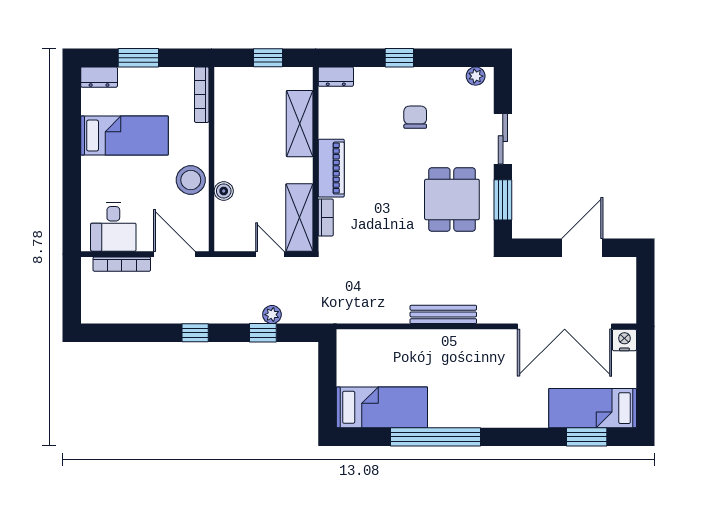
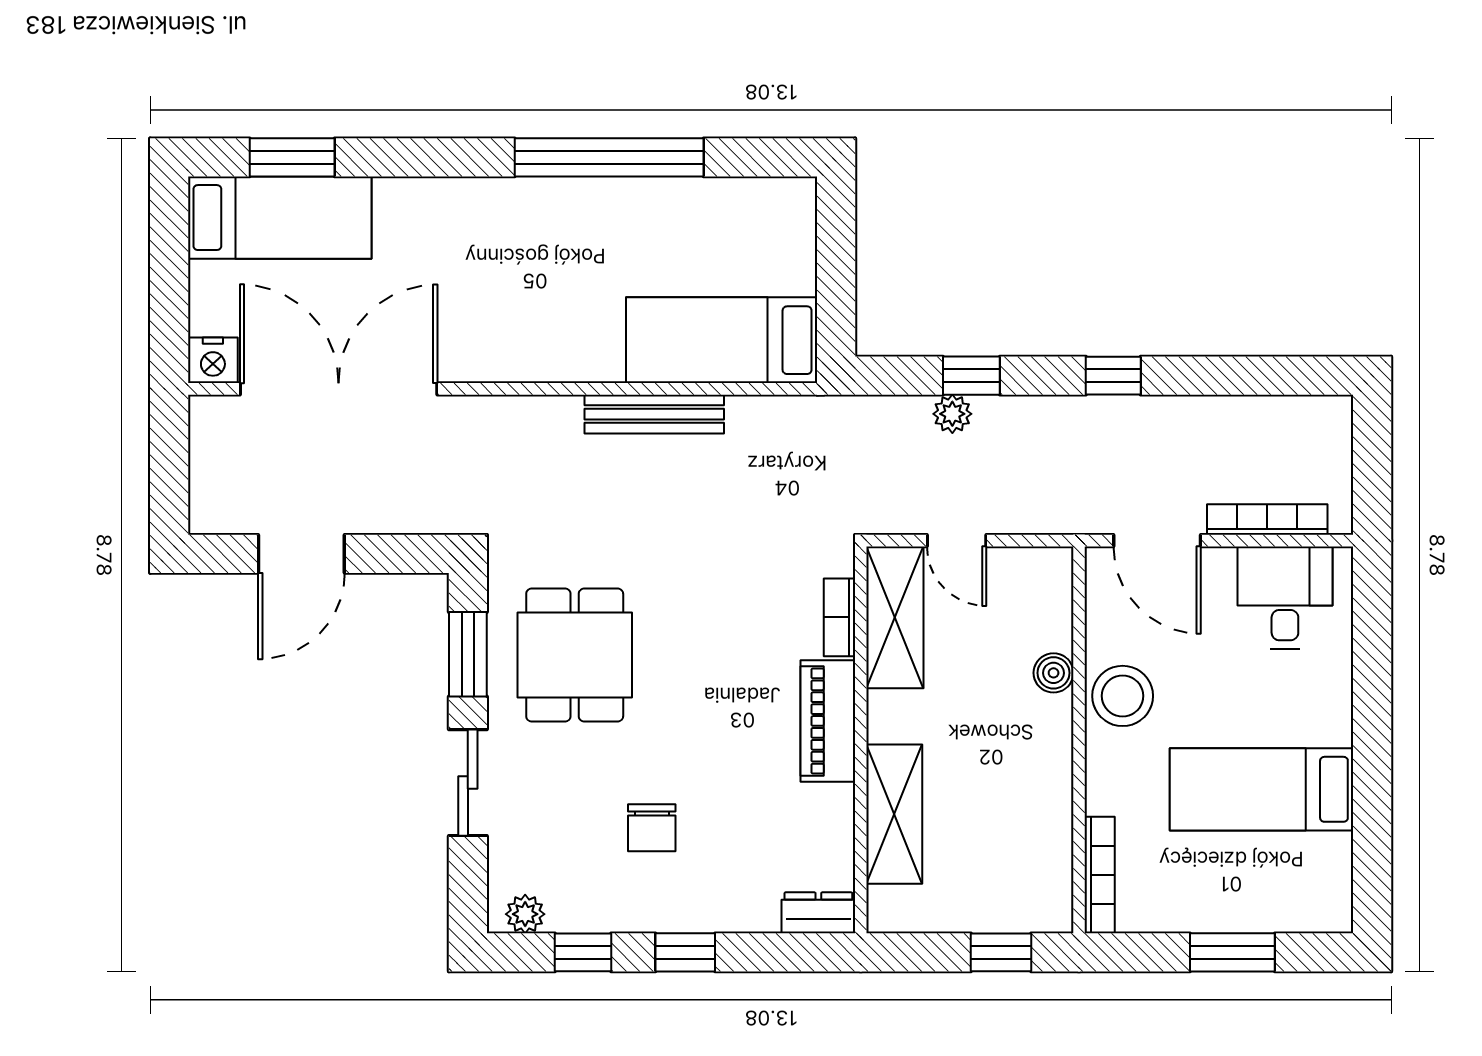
window: (268, 58) -> (1001, 952), moved
window: (448, 58) -> (583, 952), added
dresser: (99, 77) -> (1315, 912), removed
bench: (443, 314) -> (654, 414), moved
bed: (382, 407) -> (722, 340), moved

